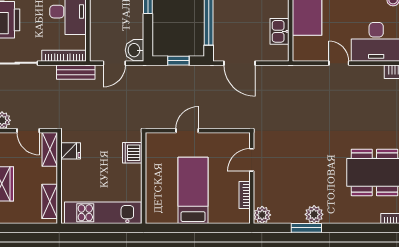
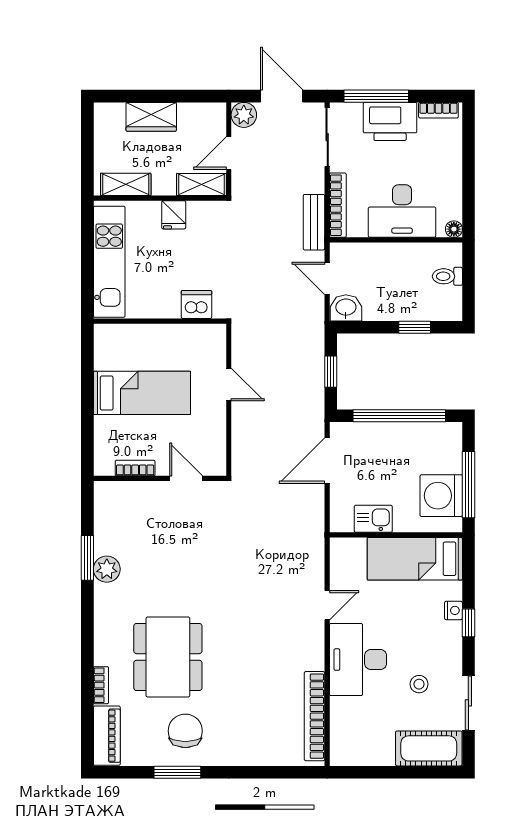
fridge: (71, 151) -> (174, 215), moved
plant: (262, 215) -> (106, 494), removed

